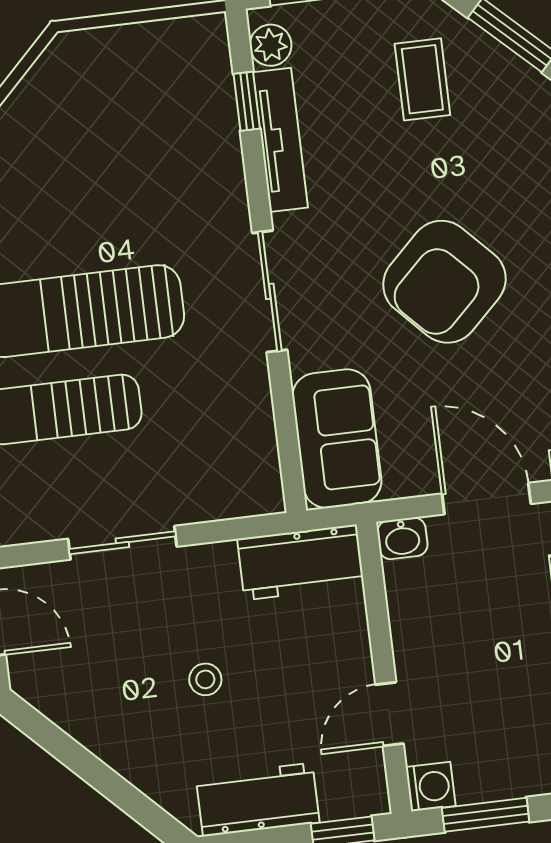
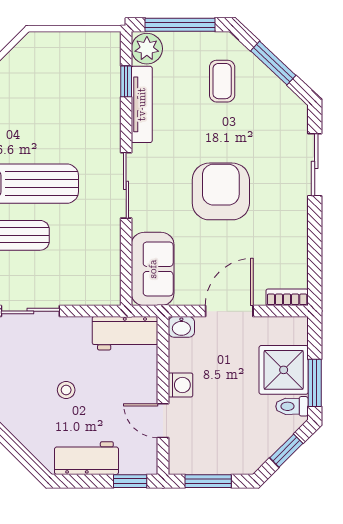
plant: (271, 45) -> (147, 49), width x1.38, depth x1.38
armchair: (444, 282) -> (221, 191), turned 134
door: (486, 499) -> (229, 311), hinge flipped
door: (389, 714) -> (163, 421), hinge flipped
washing machine: (431, 787) -> (180, 385), moved

